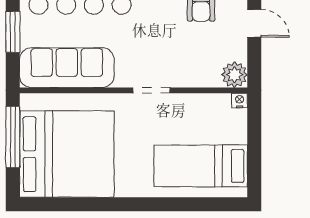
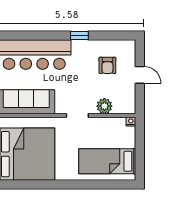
plant: (234, 75) -> (104, 106), moved

